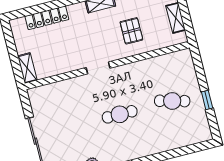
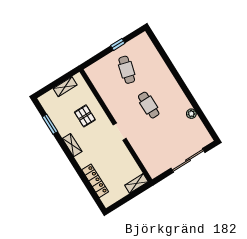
pallet: (131, 31) -> (85, 116), turned 90

